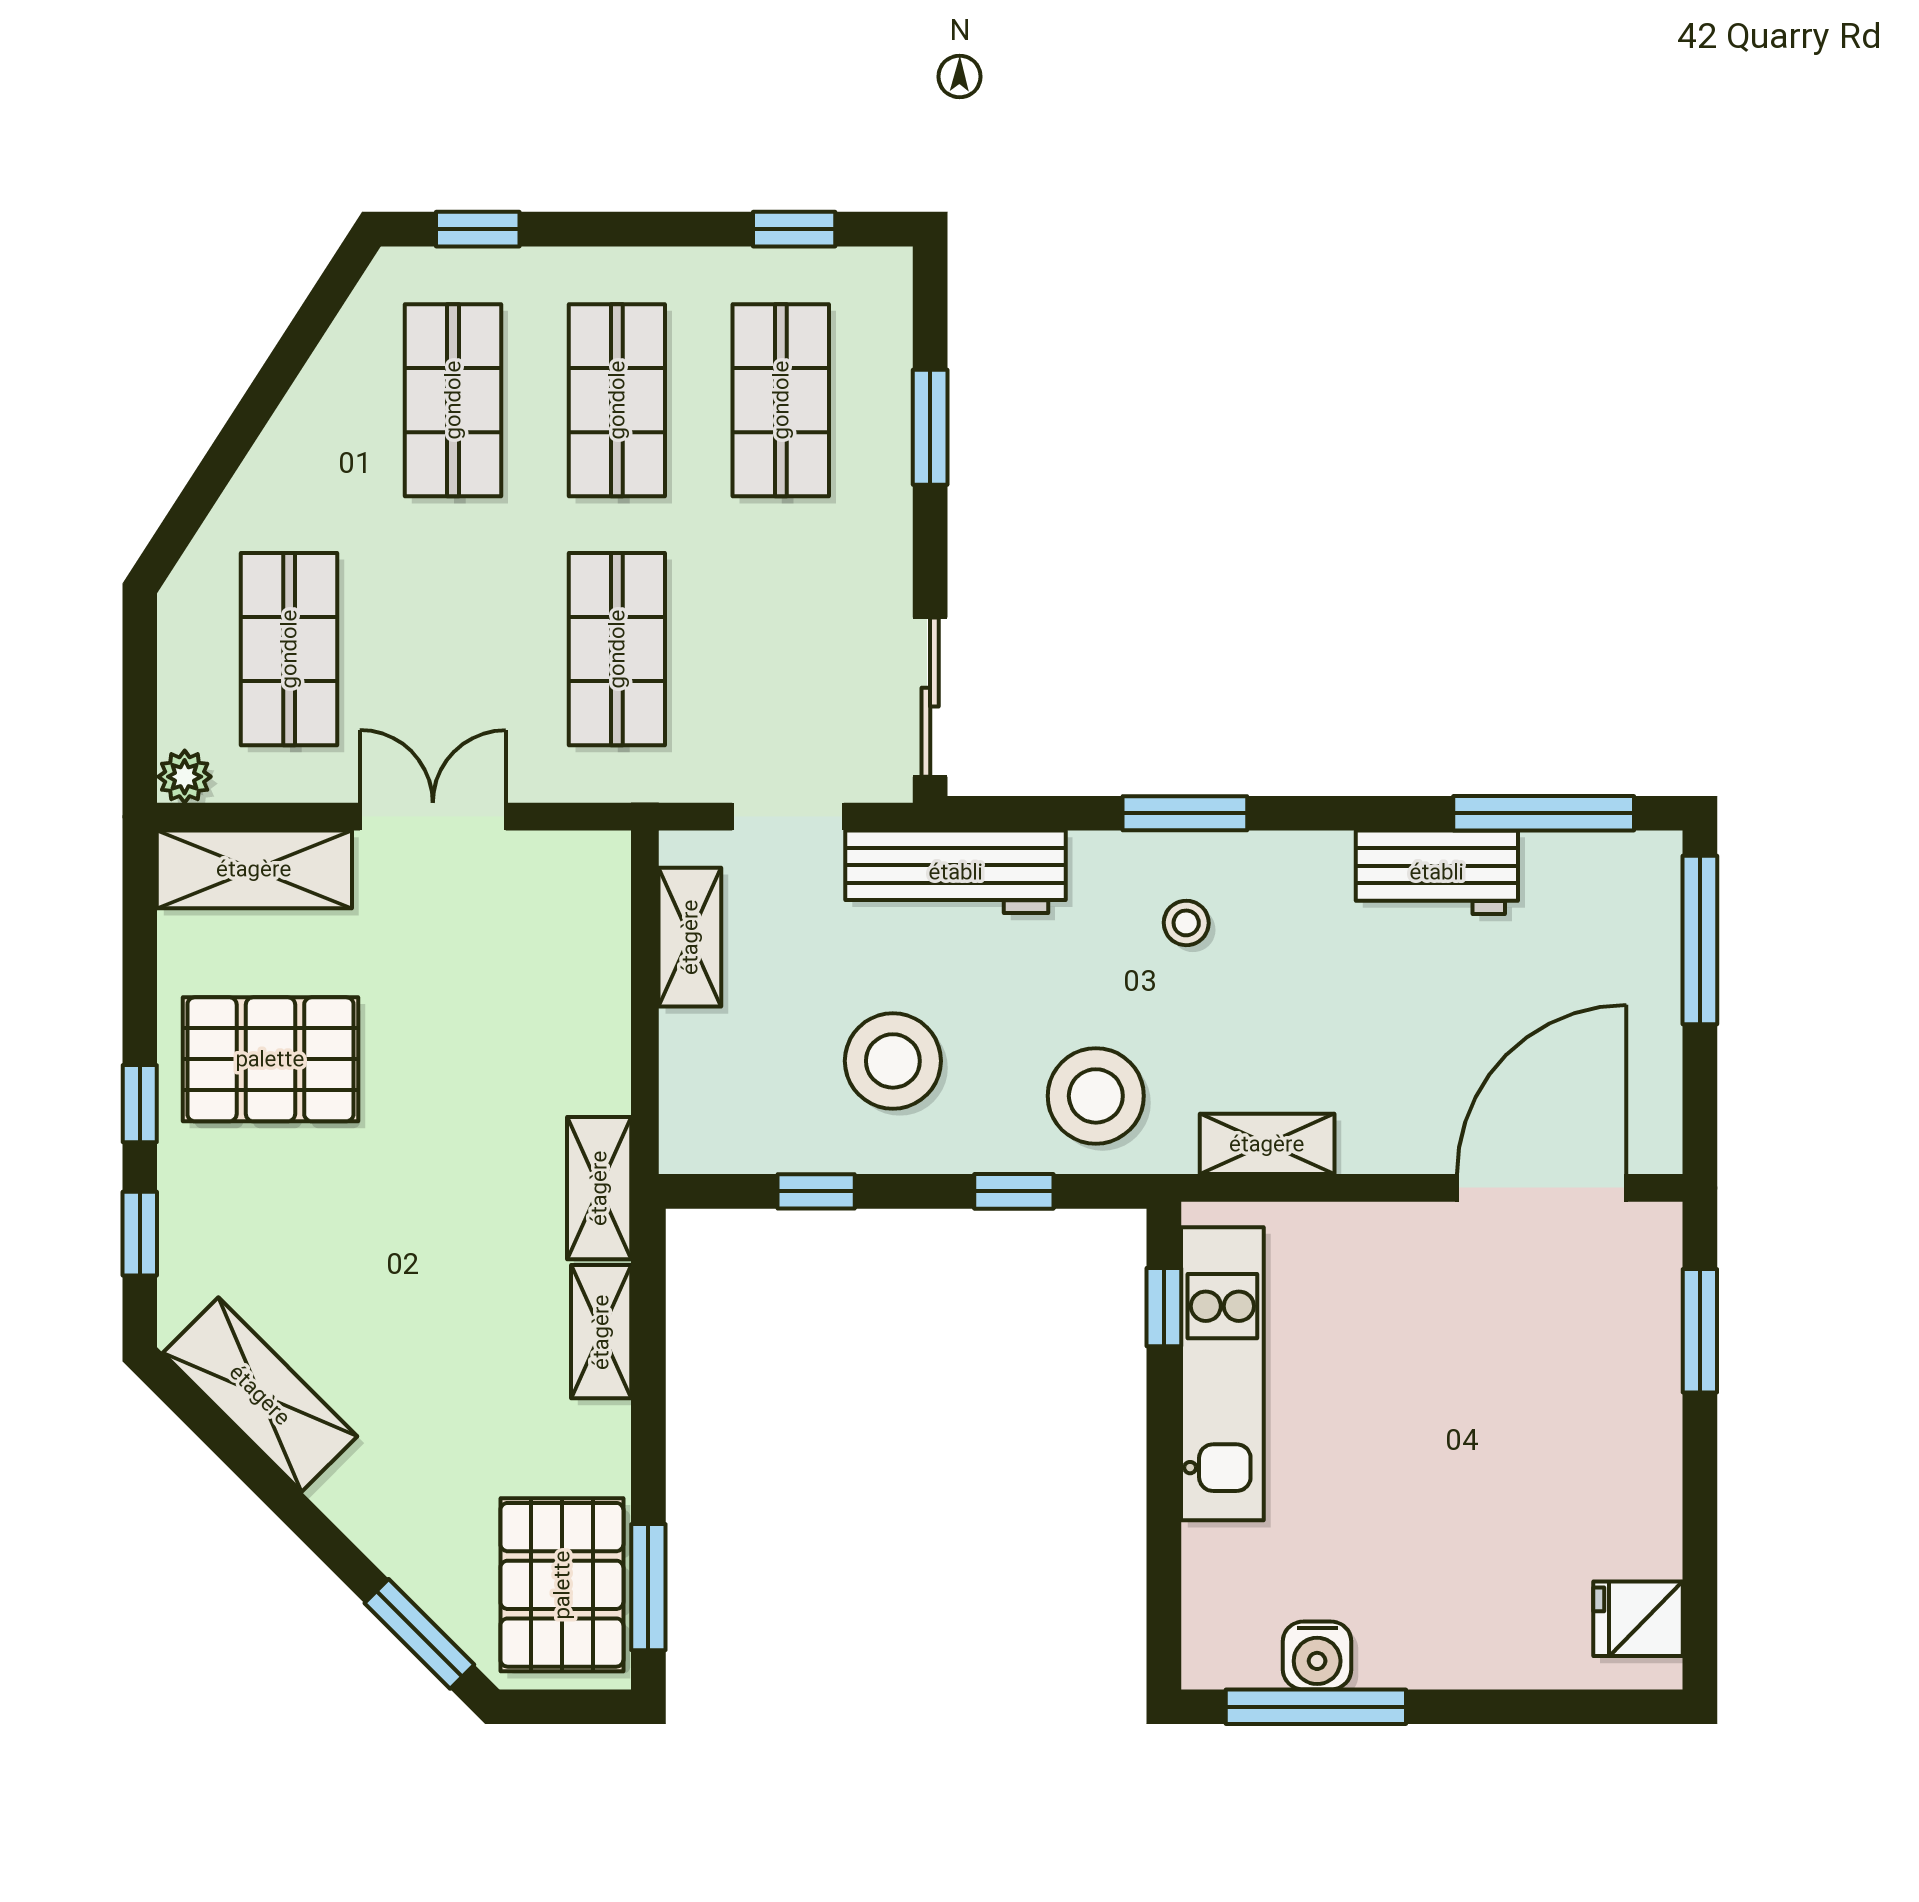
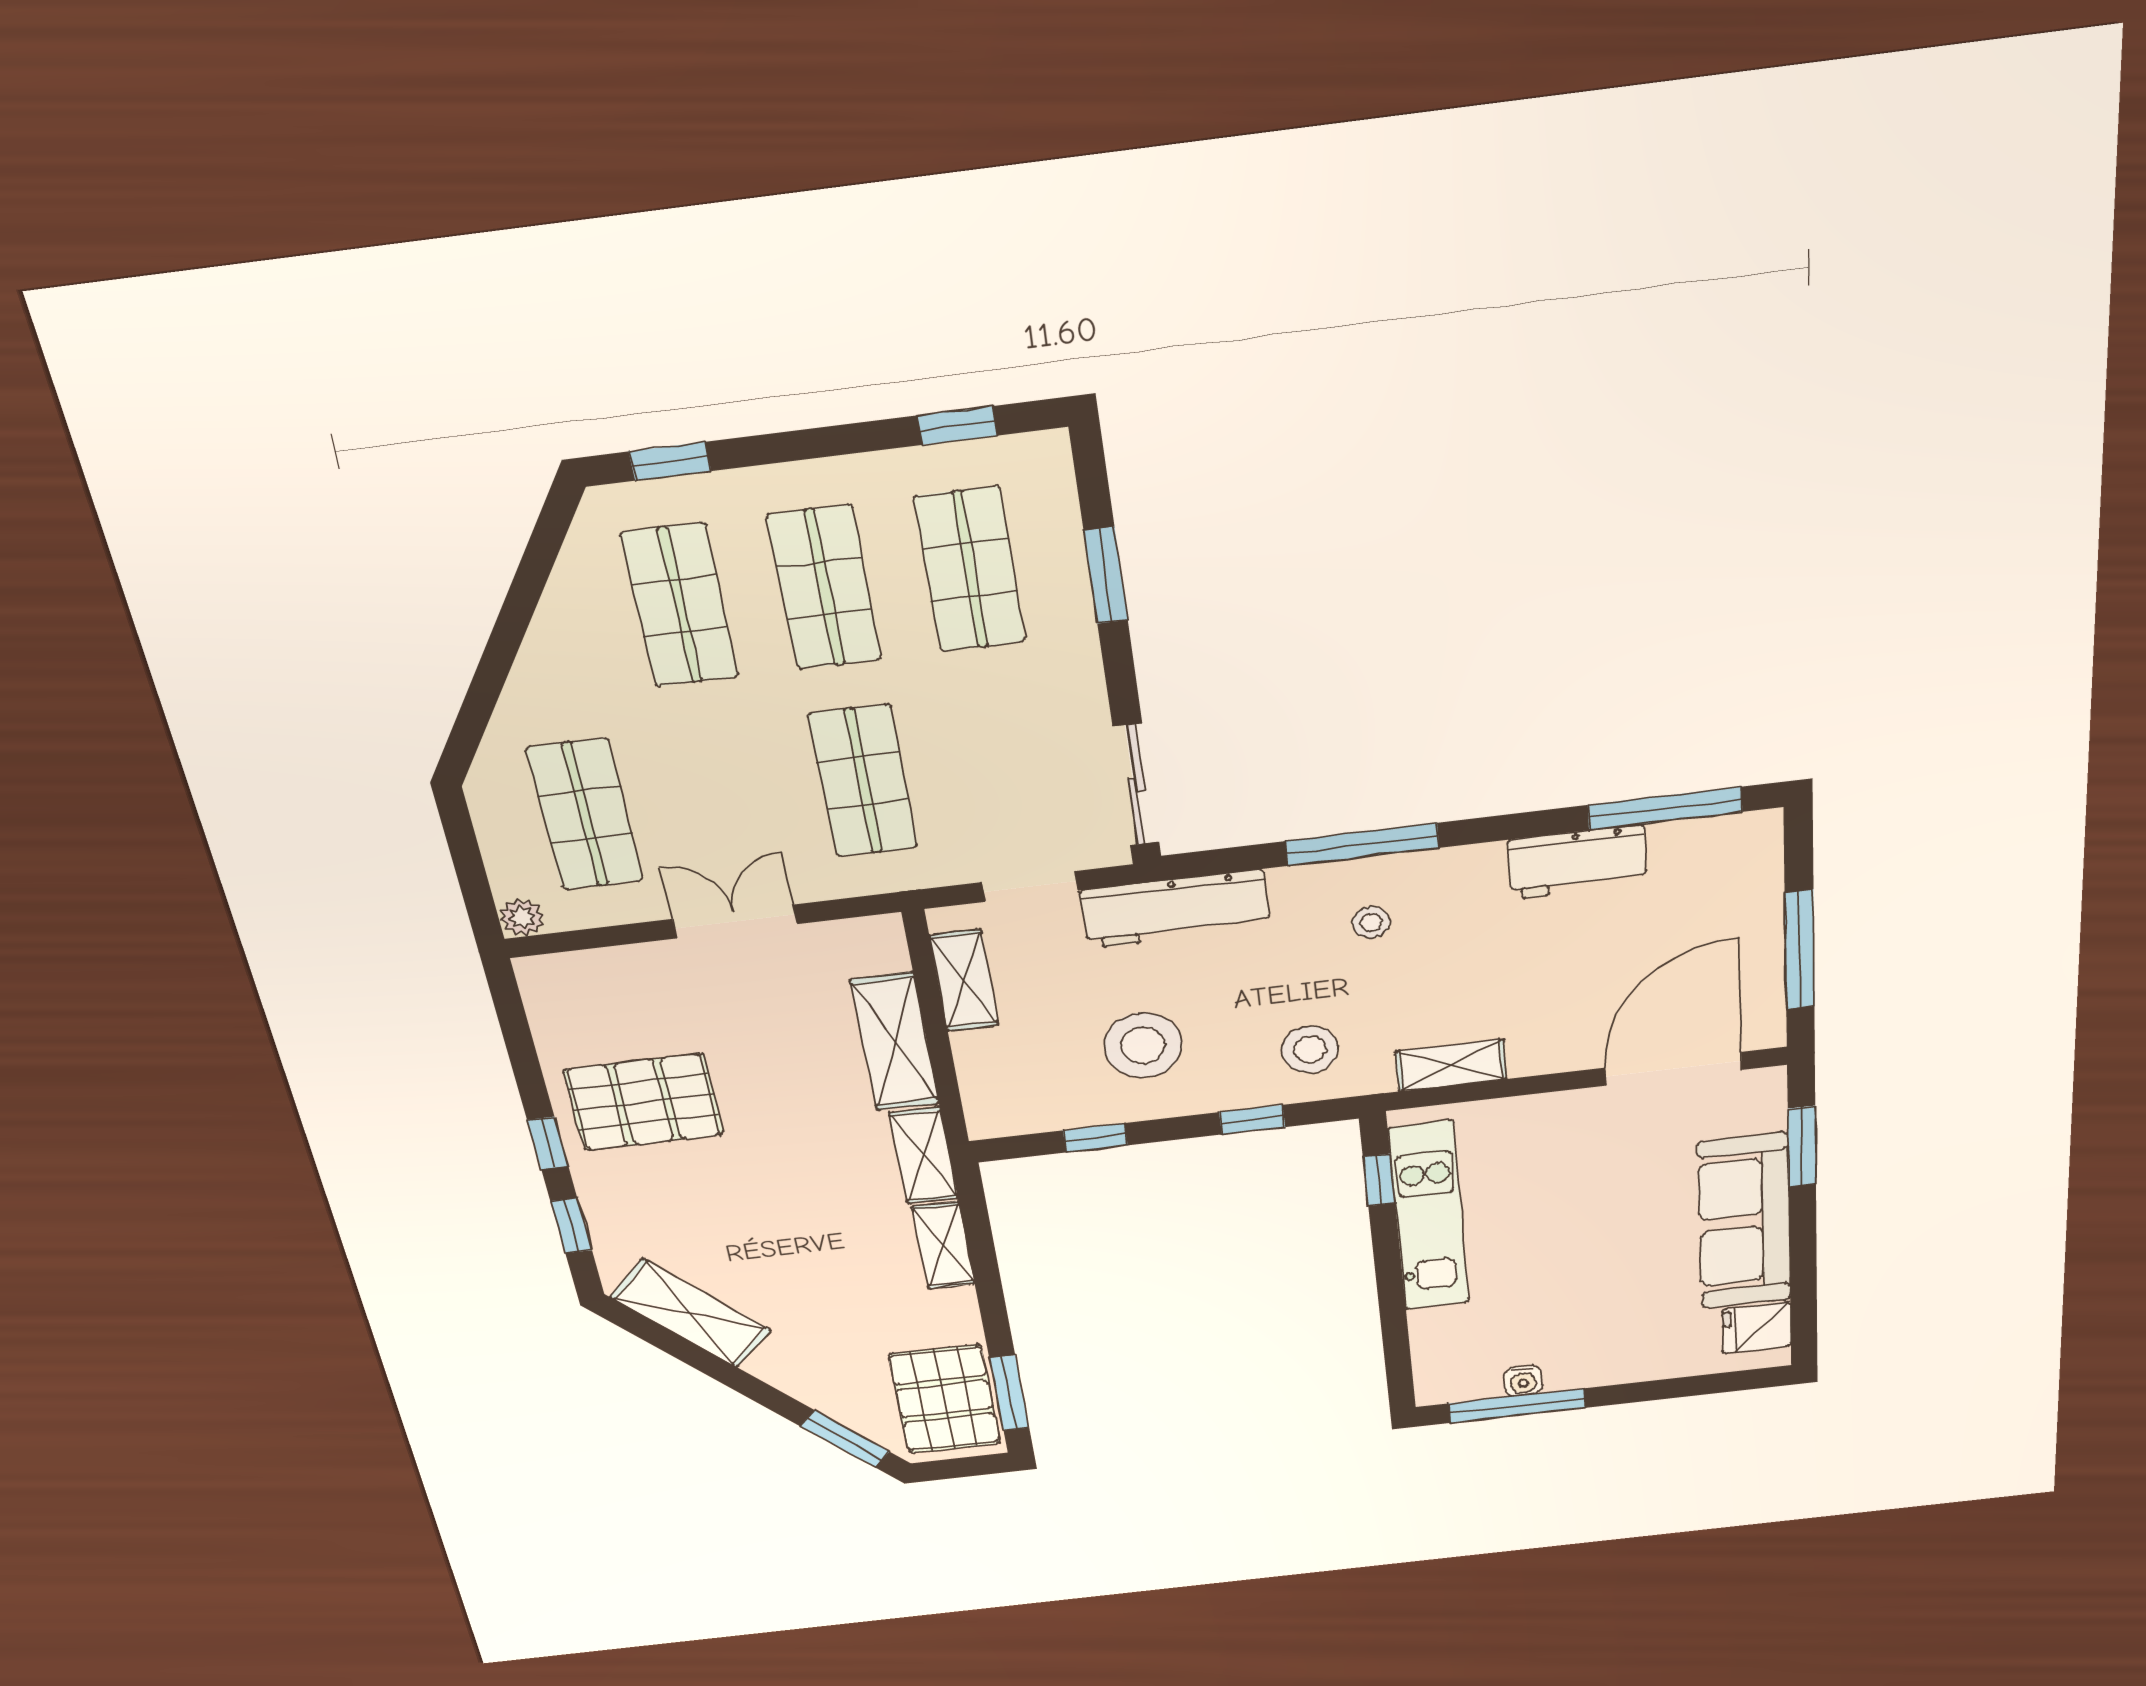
window: (1185, 813) -> (1362, 844), width x1.44
shelving: (254, 869) -> (895, 1042), moved, turned 90
window: (1700, 940) -> (1800, 950), moved
stool: (1096, 1096) -> (1310, 1049), width x0.73, depth x0.73
sofa: (1625, 1440) -> (1744, 1222), added
water cooler: (1317, 1655) -> (1523, 1381), width x0.72, depth x0.72

